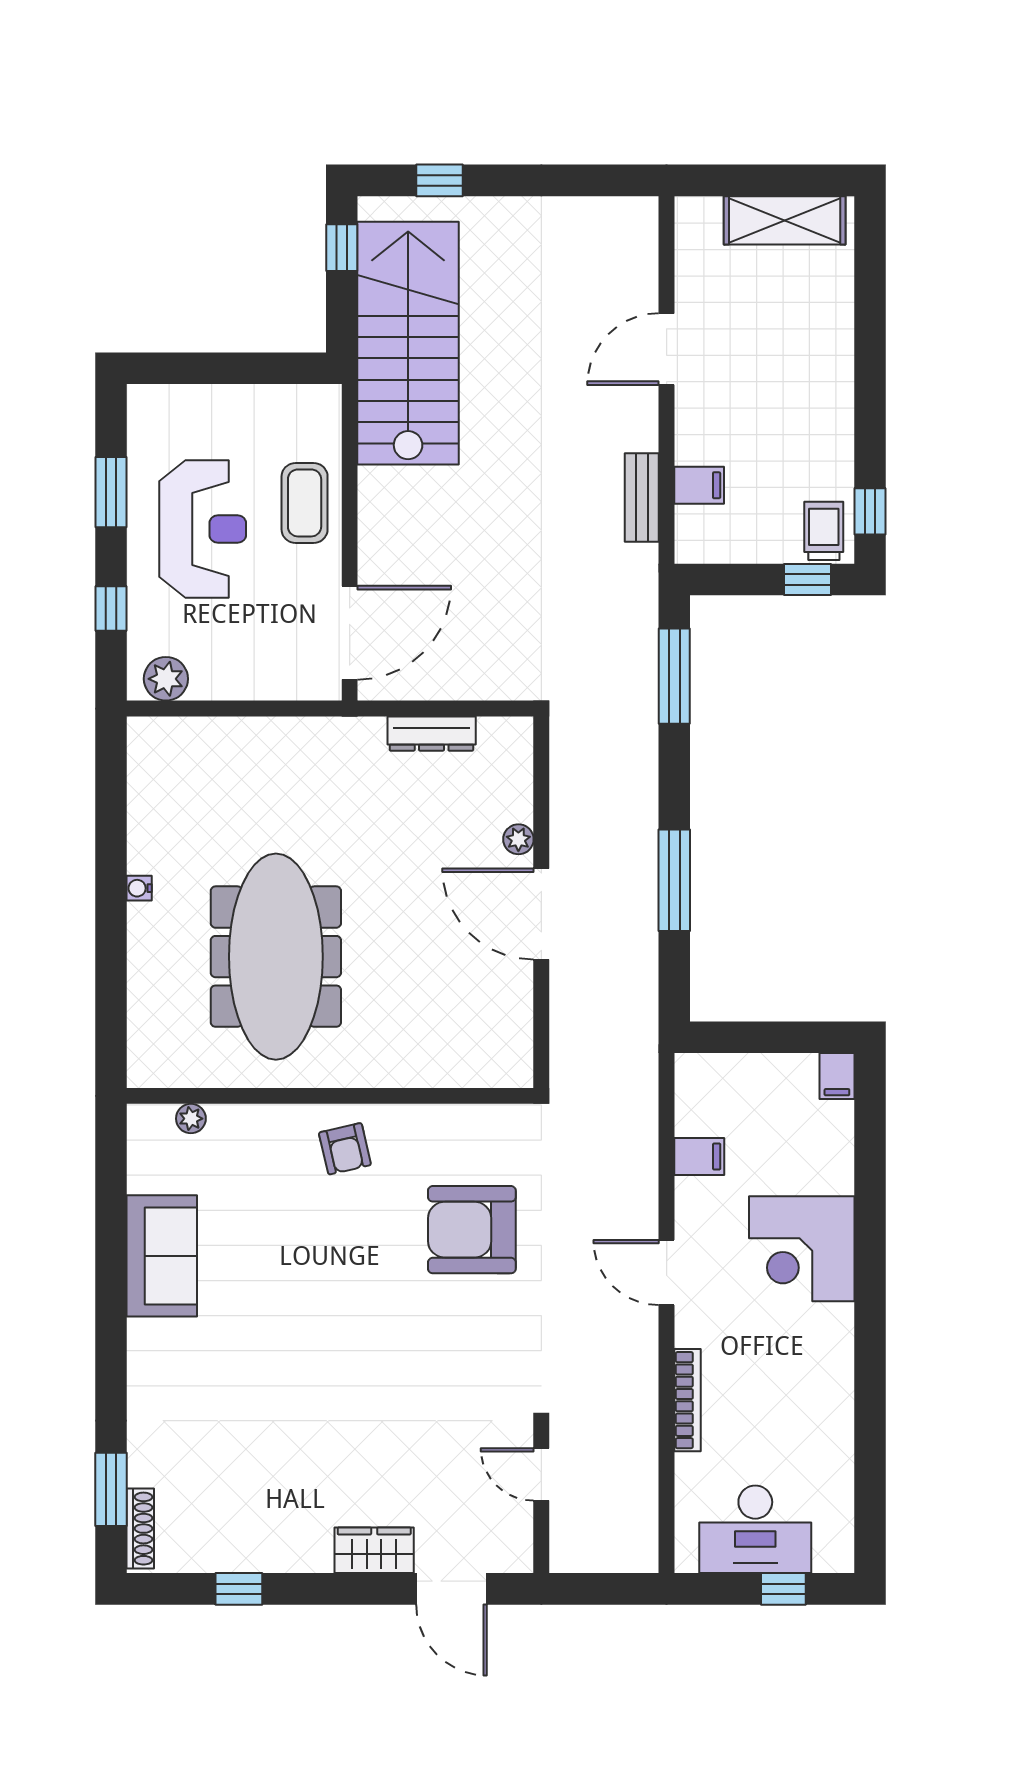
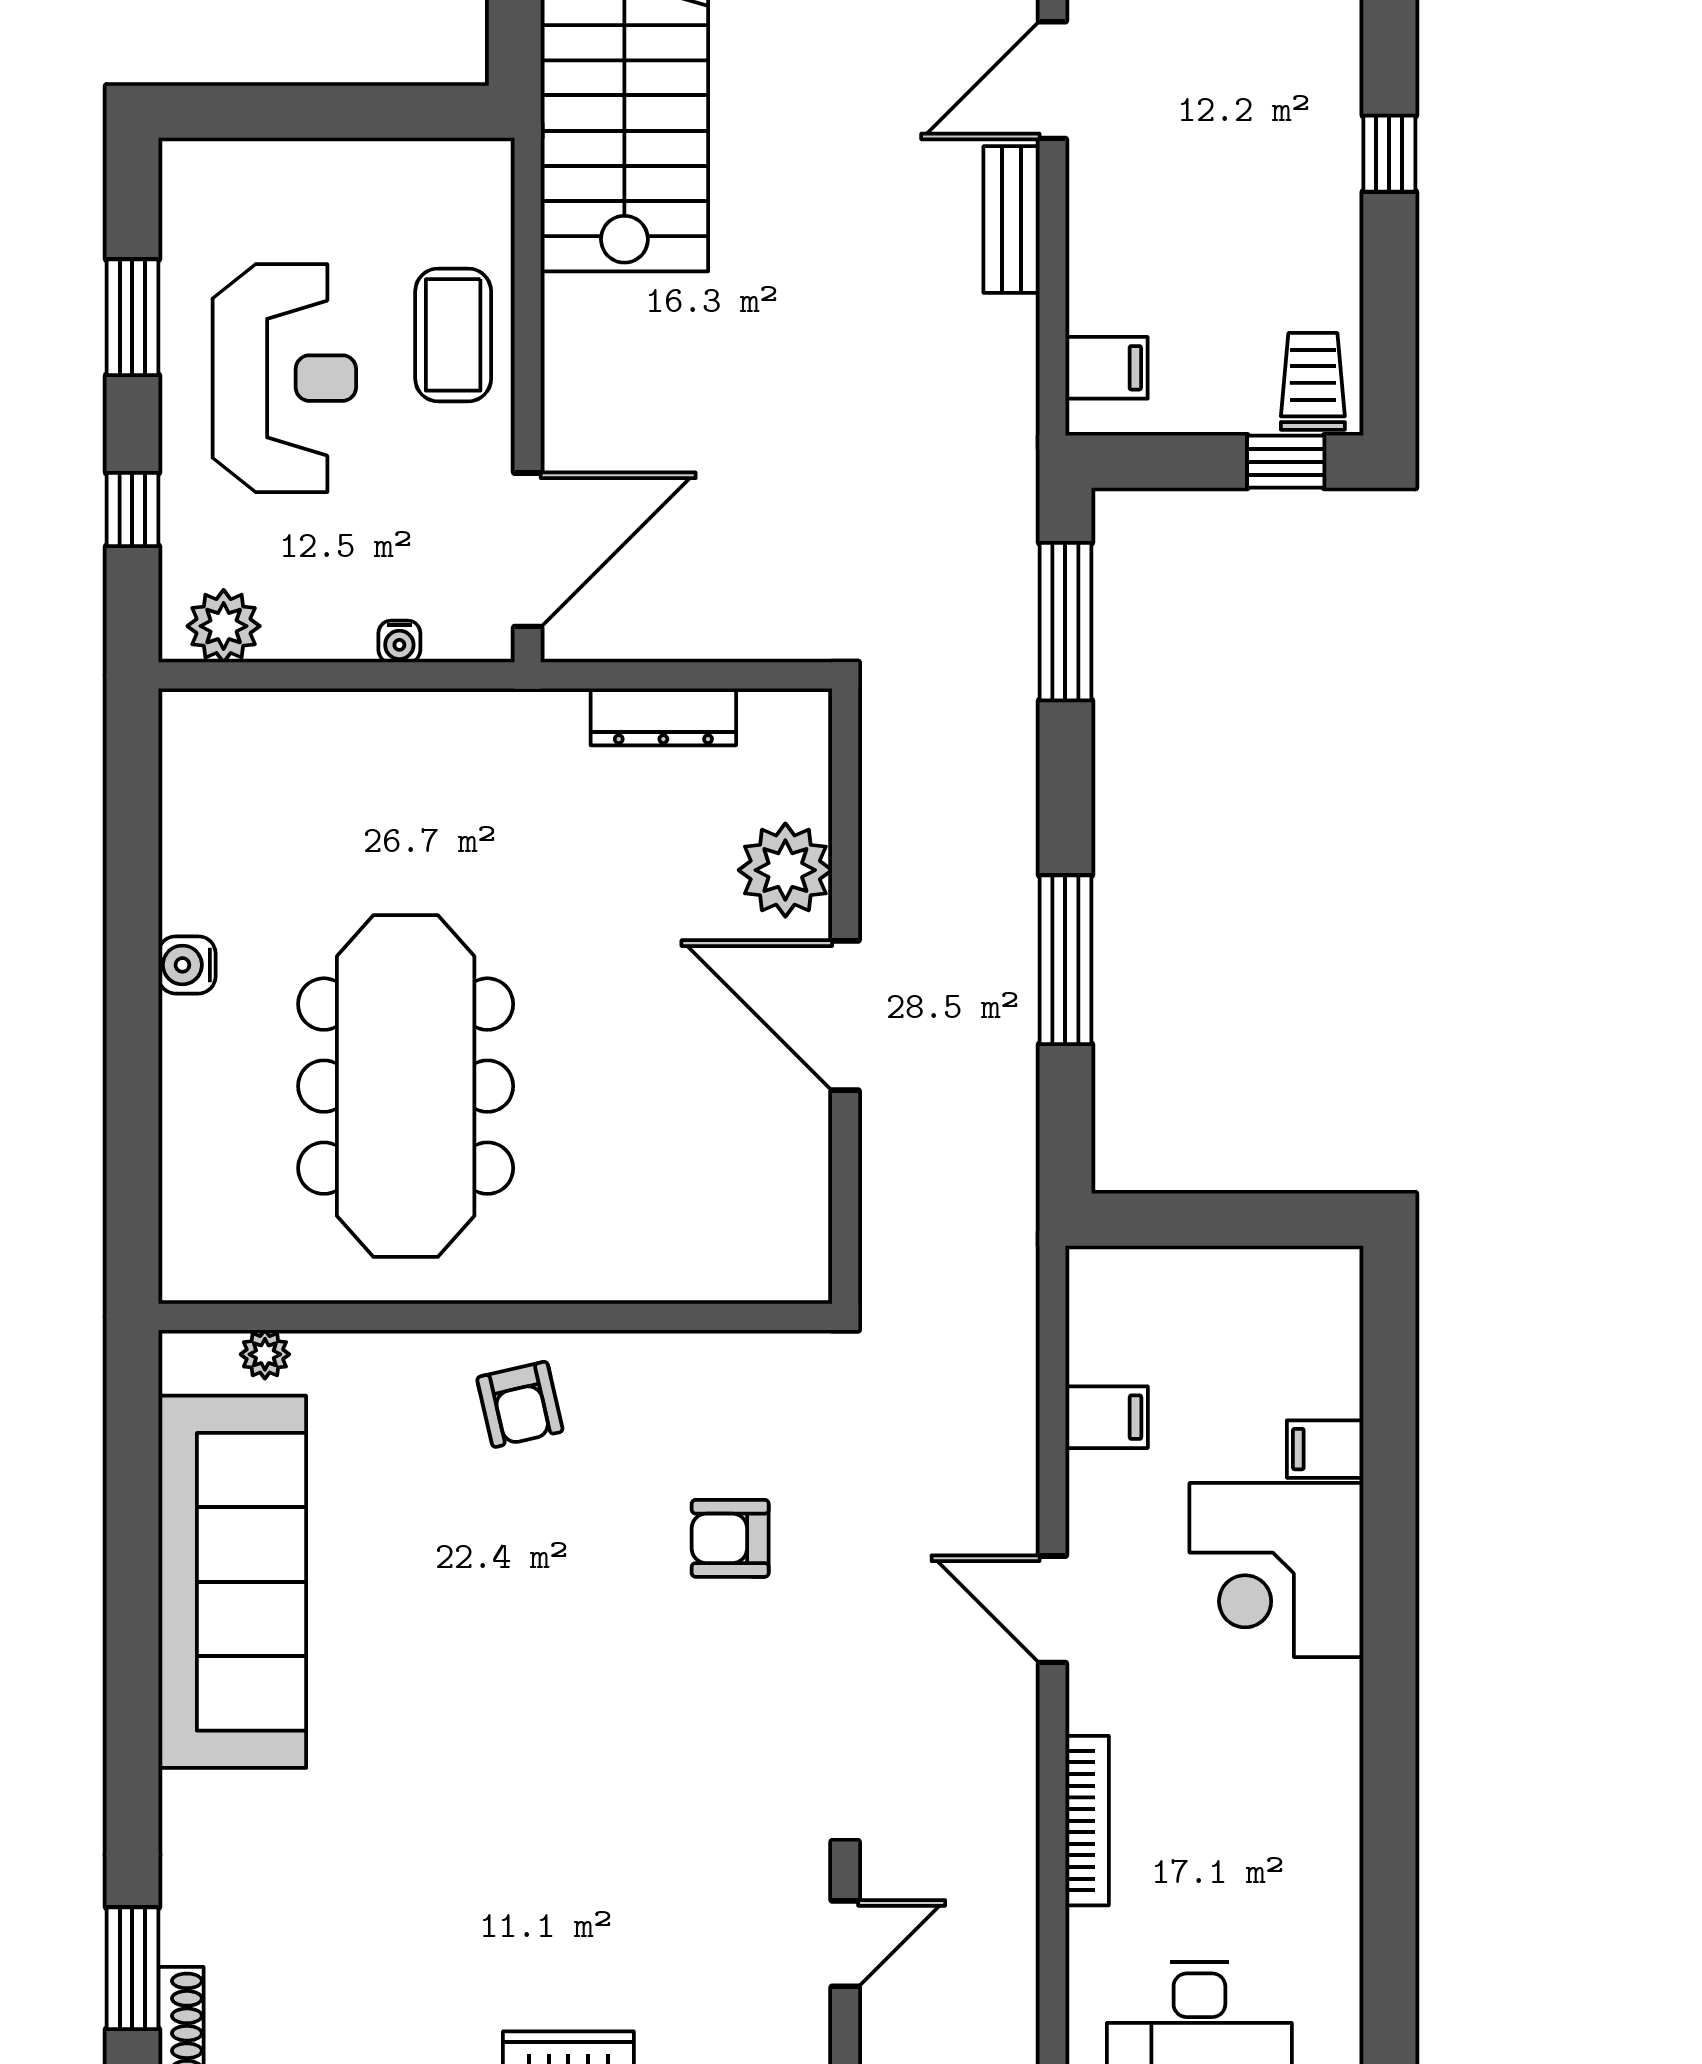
filing cabinet: (699, 485) -> (1107, 368), moved
bench: (642, 498) -> (1012, 220), moved
window: (870, 511) -> (1389, 154), moved
water cooler: (272, 688) -> (399, 642), added
plant: (518, 839) -> (785, 870), width x1.87, depth x1.87
water cooler: (139, 888) -> (187, 965), width x1.38, depth x1.38
filing cabinet: (837, 1076) -> (1325, 1449), moved, turned 90
armchair: (472, 1230) -> (730, 1538), width x0.53, depth x0.53
sofa: (162, 1256) -> (232, 1582), width x1.85, depth x1.27
door: (541, 1474) -> (845, 1944), swing flipped

